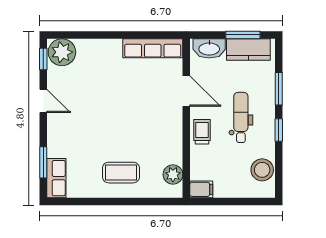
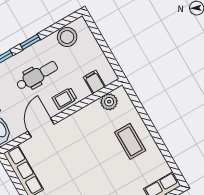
dental chair: (241, 117) -> (37, 76), turned 180
filing cabinet: (201, 189) -> (94, 82), moved

